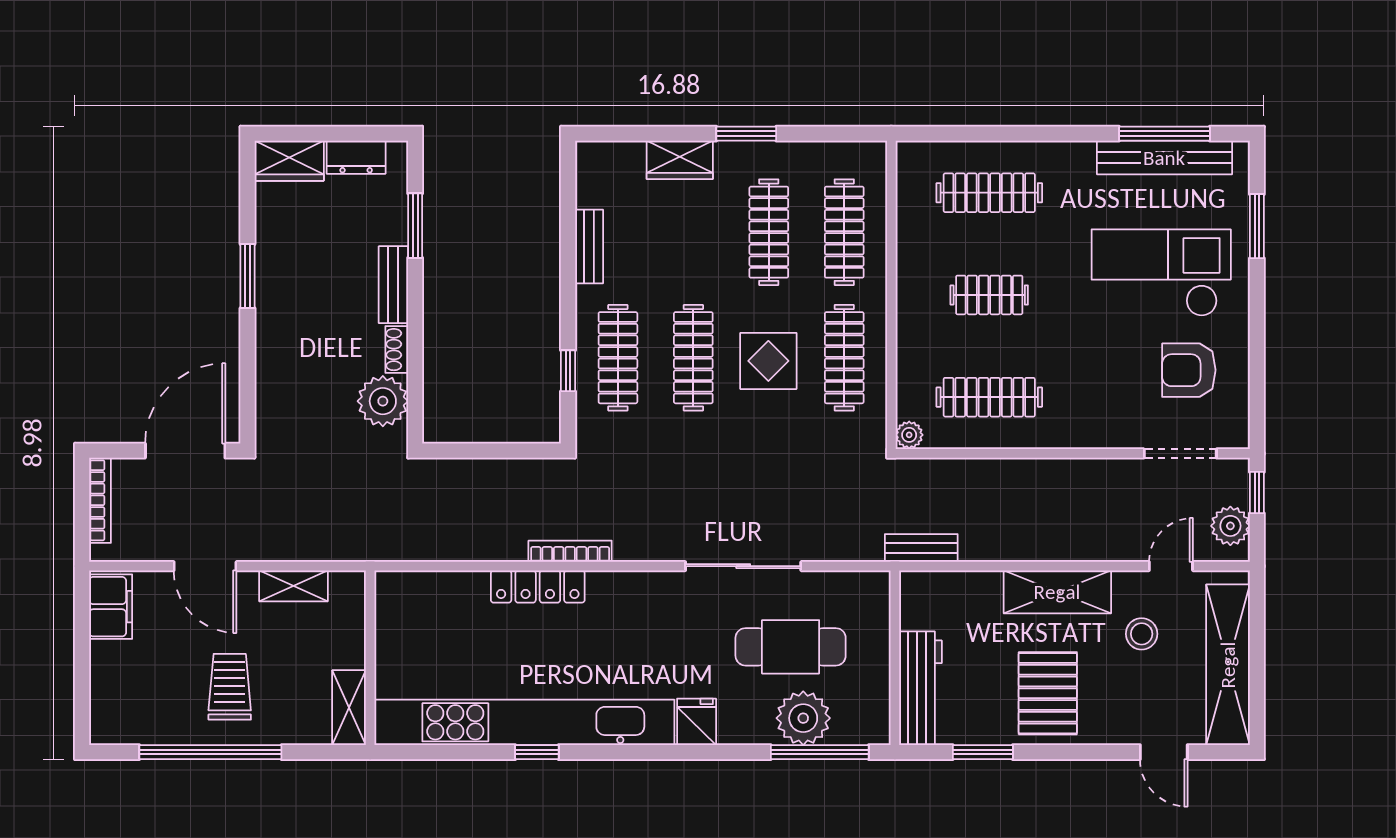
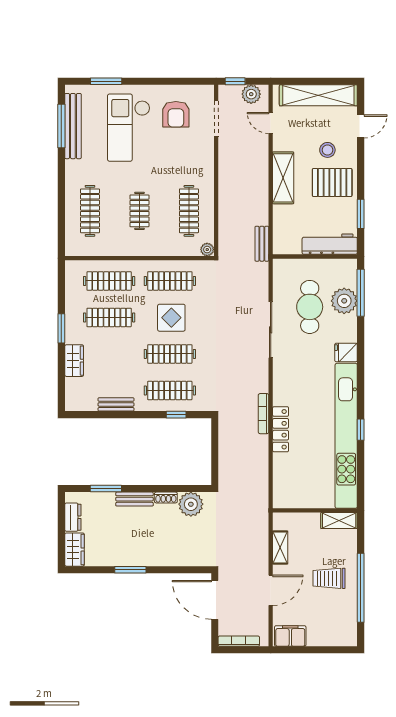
stool: (1142, 634) -> (327, 150), moved

